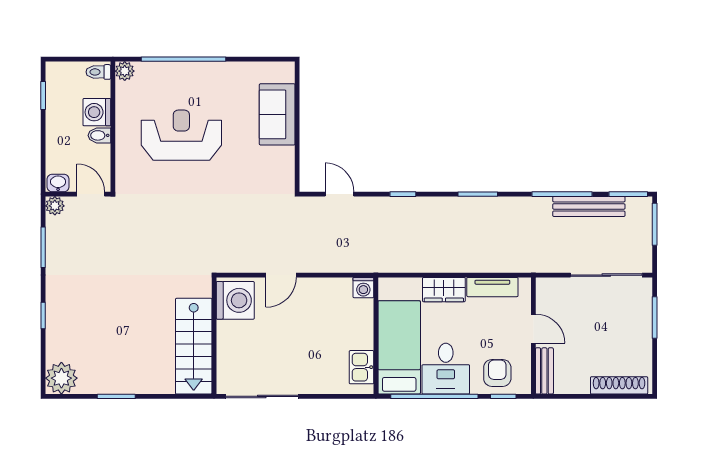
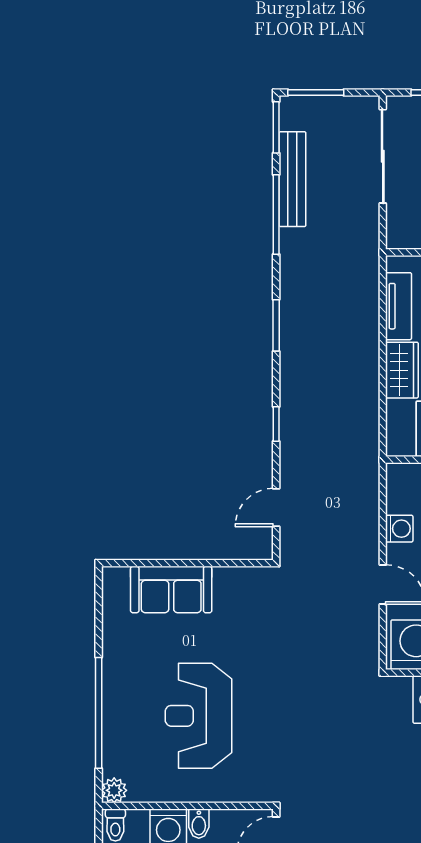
washing machine: (363, 288) -> (399, 529), moved

